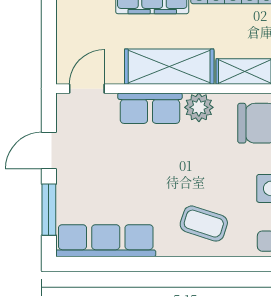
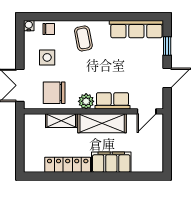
window: (49, 210) -> (167, 46), width x0.67
coffee table: (204, 224) -> (83, 38), turned 61

